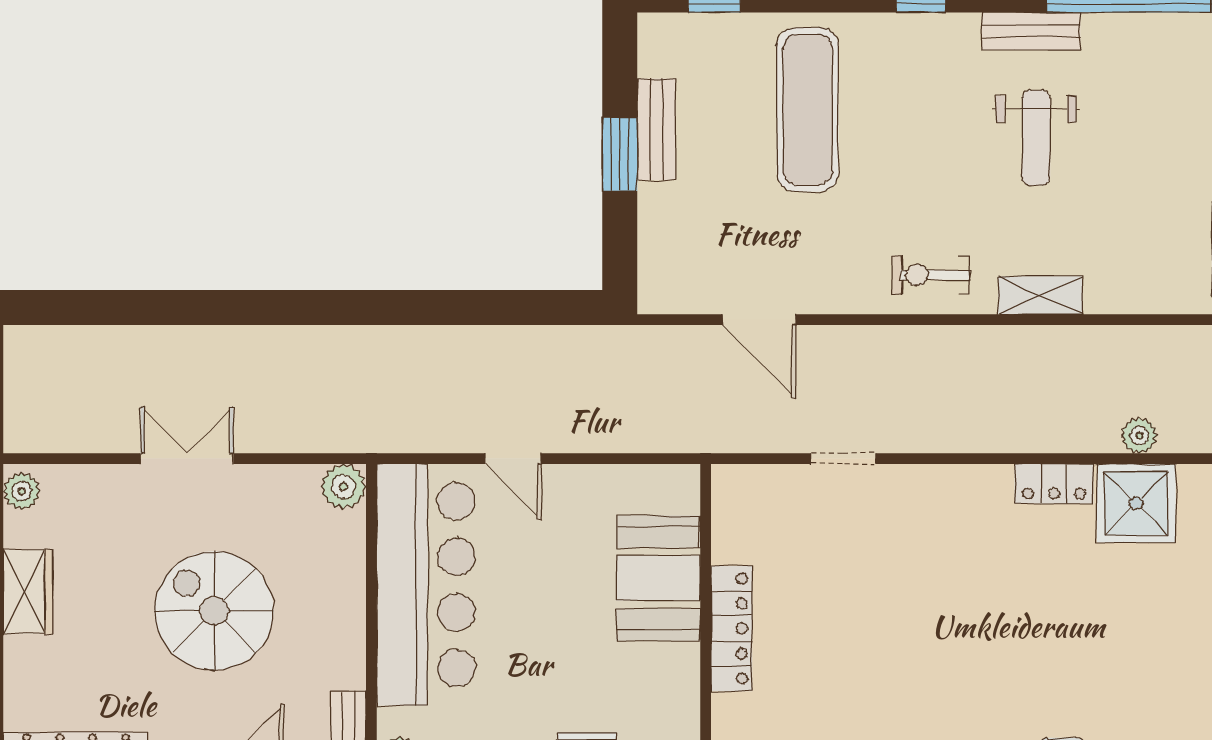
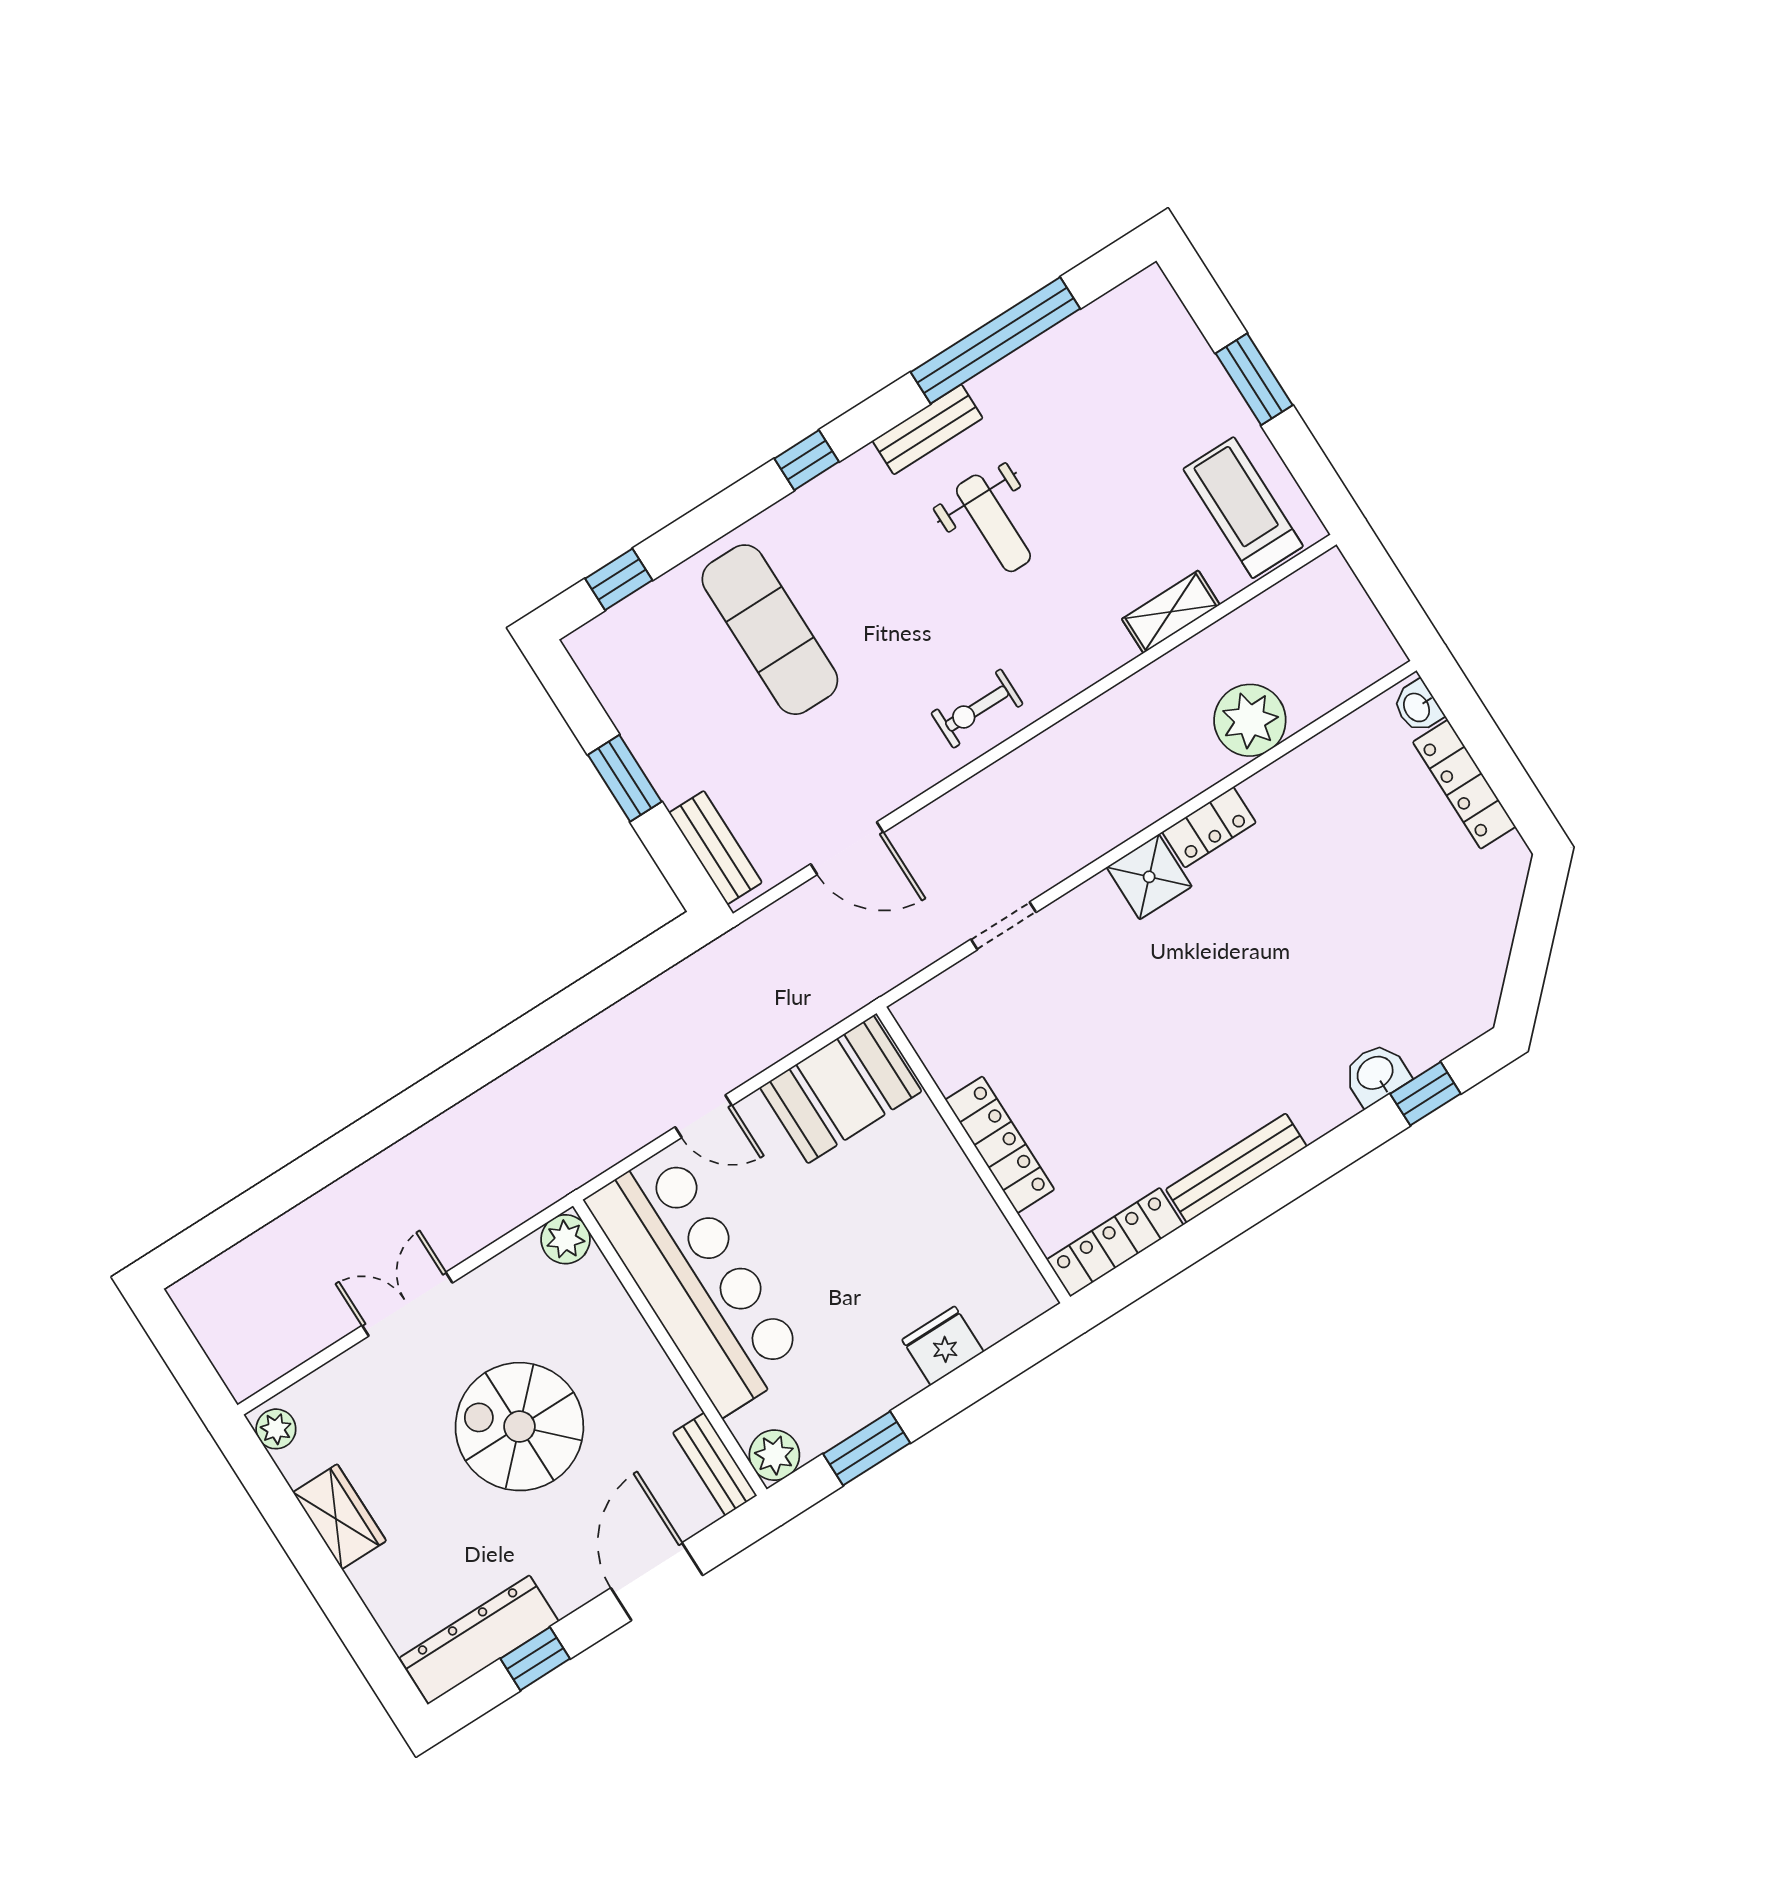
bench: (656, 129) -> (716, 848), moved
shelving: (1040, 295) -> (1171, 612), moved
plant: (1139, 436) -> (1250, 720), width x1.88, depth x1.88
shower: (1136, 503) -> (1149, 877), moved, width x0.73, depth x0.73
booth: (658, 578) -> (841, 1089), moved, turned 90

